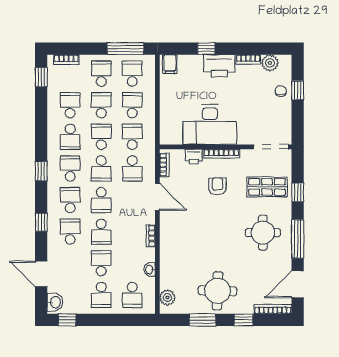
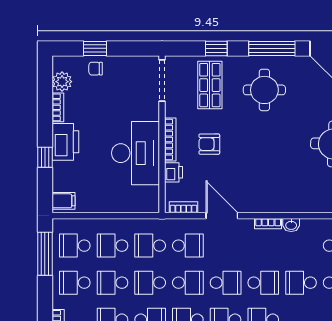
door: (157, 197) -> (222, 216), hinge flipped
washbasin: (150, 269) -> (291, 225), moved

